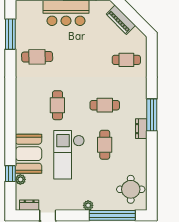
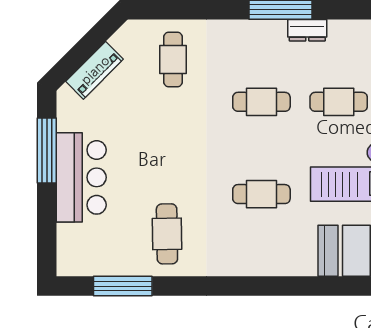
cafe table: (105, 105) -> (261, 102), turned 90

